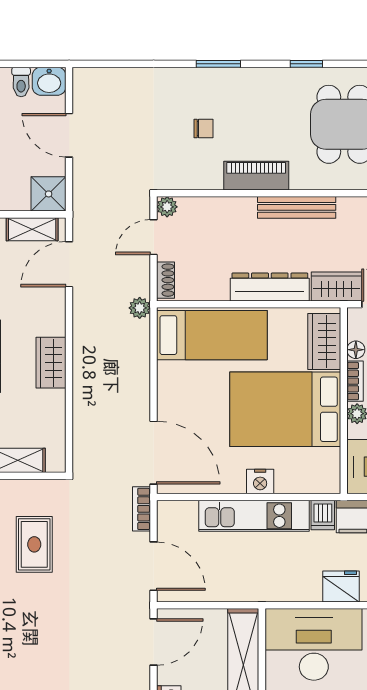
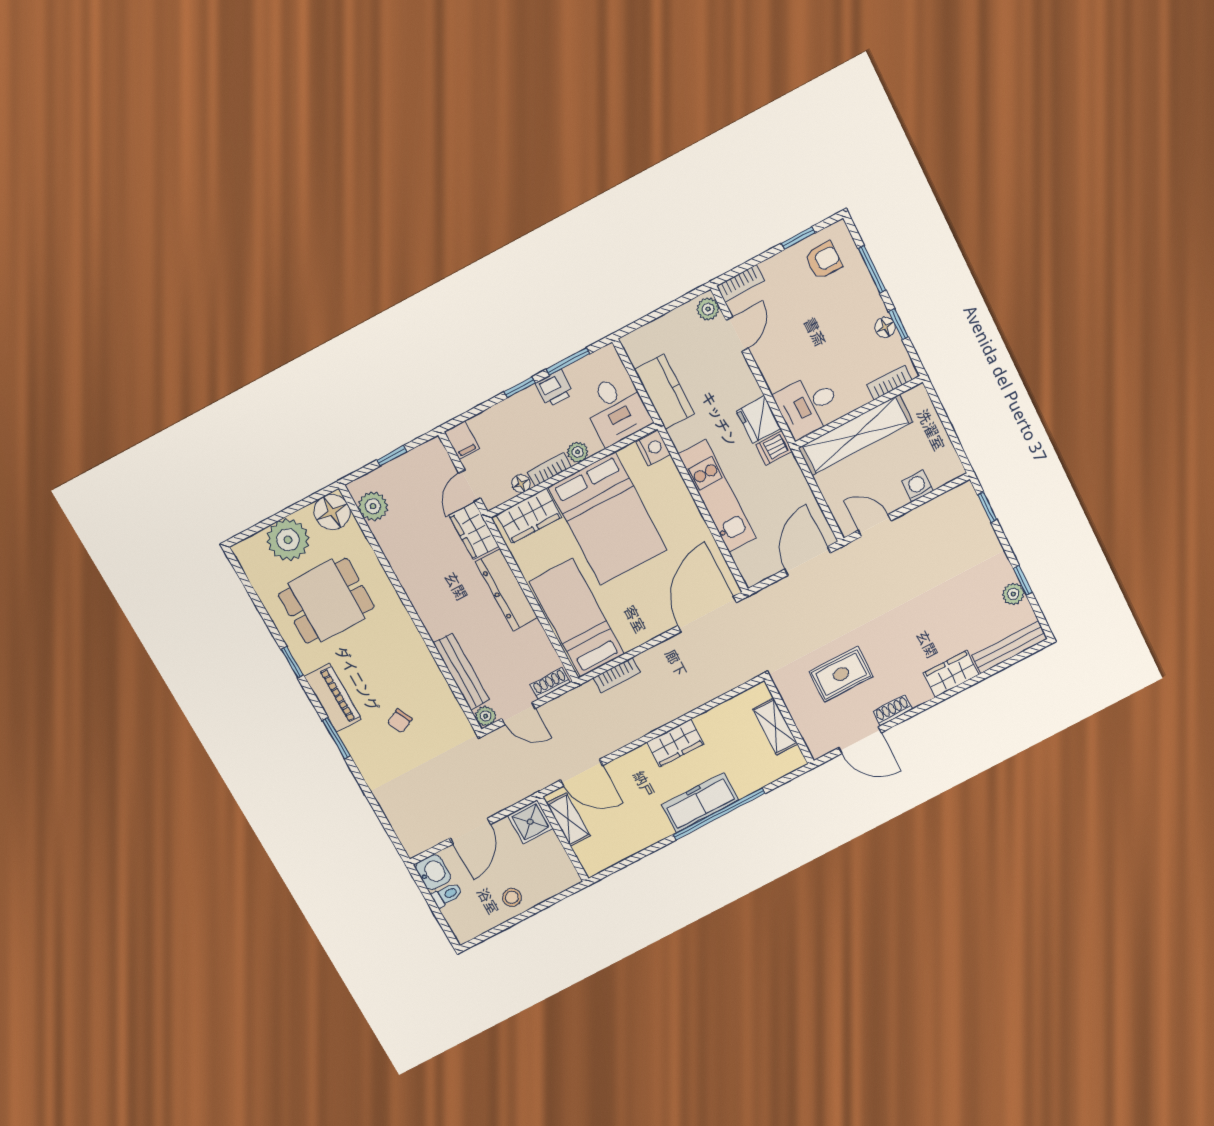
chair: (203, 129) -> (400, 721), turned -116
piano: (256, 176) -> (333, 698), moved, turned 180
bench: (297, 207) -> (461, 672), moved
plant: (140, 308) -> (587, 693), removed
nightstand: (260, 481) -> (653, 448), moved
bookcase: (141, 509) -> (617, 675), moved
dishwasher: (323, 515) -> (774, 448), moved, turned 180
fridge: (341, 587) -> (759, 420), moved
door: (154, 642) -> (875, 526), width x0.73
desk: (314, 644) -> (808, 405), width x0.53, depth x0.77

